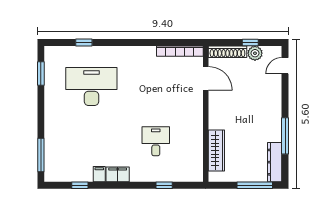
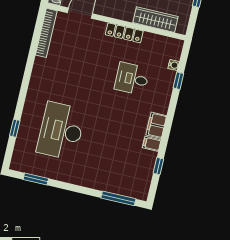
locker: (197, 124) -> (124, 33), added
water cooler: (178, 177) -> (174, 65), added

